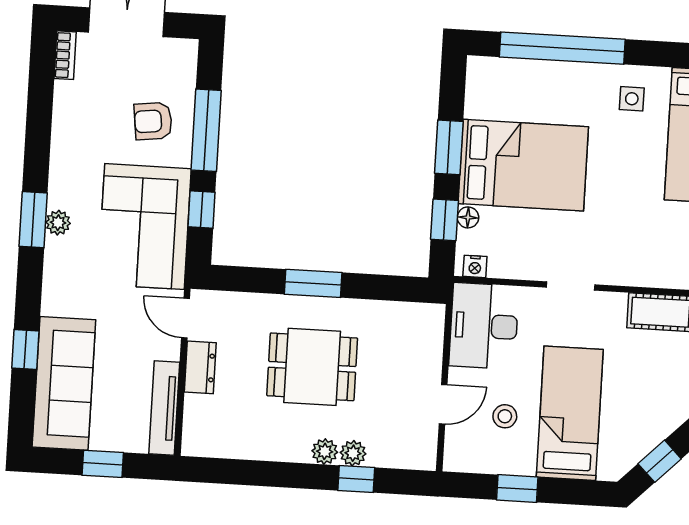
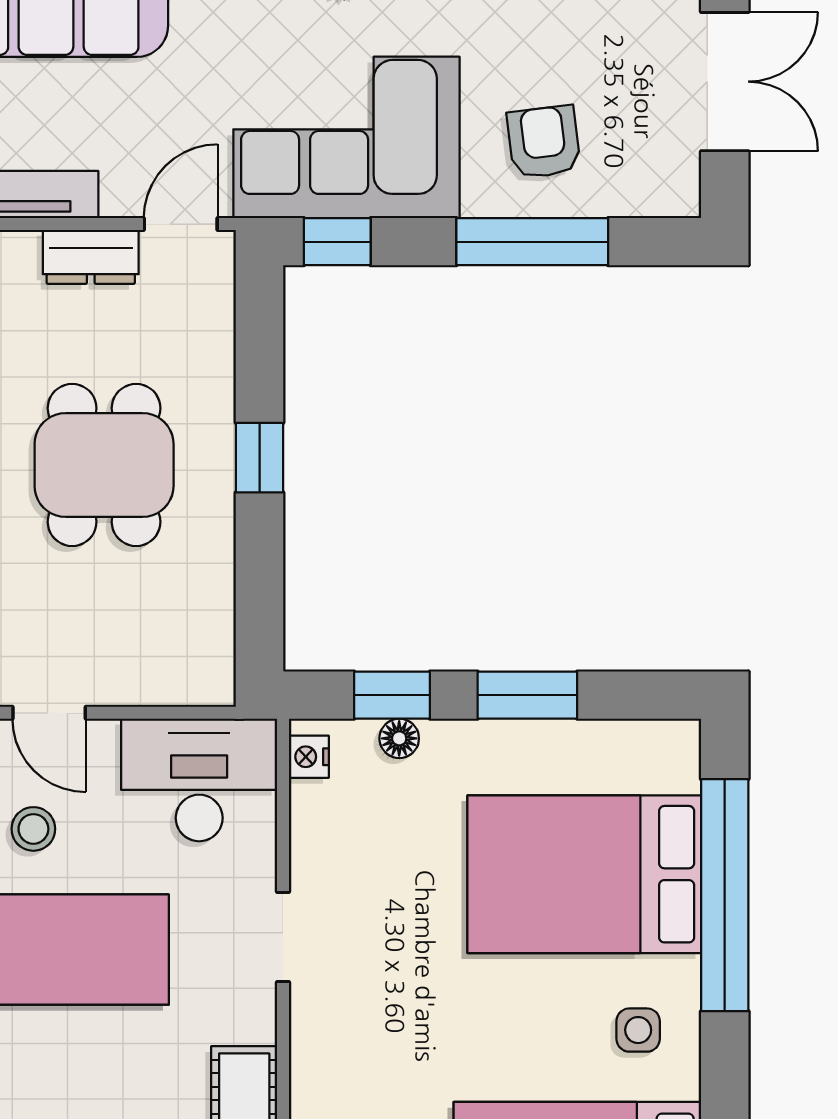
bed: (523, 165) -> (584, 874), moved, turned 90
window: (201, 209) -> (337, 242), moved
window: (313, 283) -> (260, 458), width x0.67

